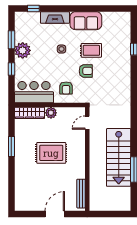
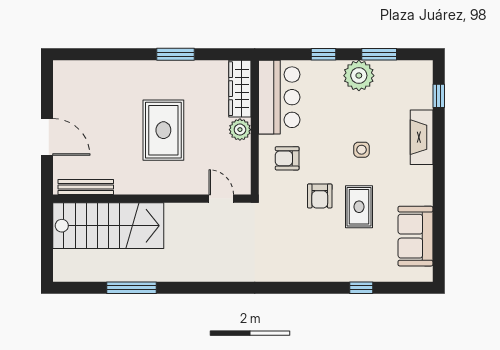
sofa: (86, 21) -> (415, 236), moved
stairs: (119, 157) -> (108, 226), moved, turned 180

